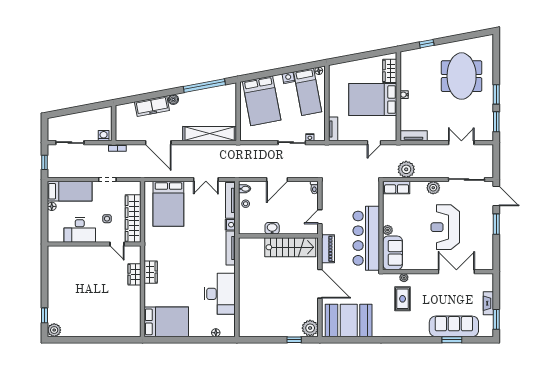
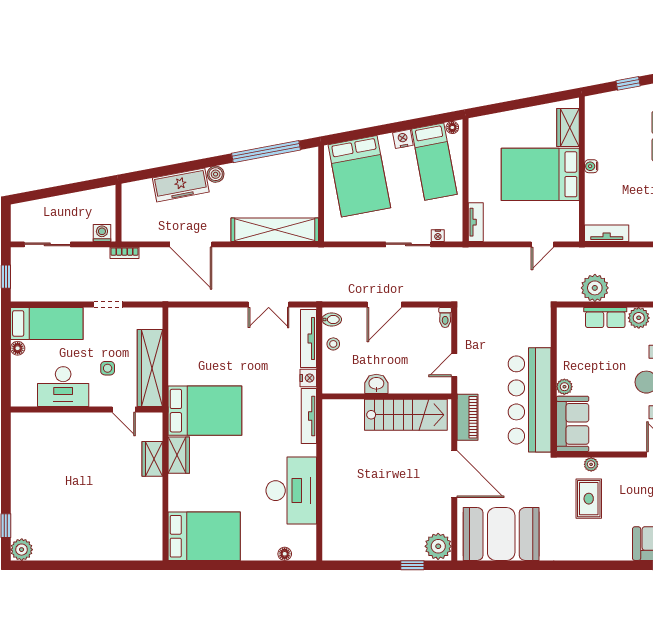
row of seats: (397, 187) -> (605, 317), moved
bed: (168, 204) -> (205, 411), moved, turned -90

